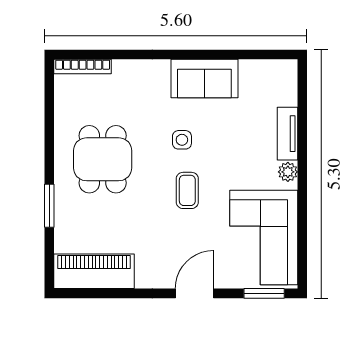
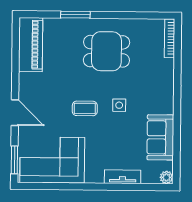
sofa: (204, 78) -> (160, 137), moved
plant: (288, 172) -> (166, 177), moved

